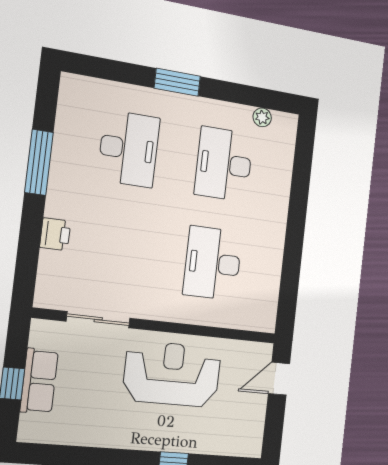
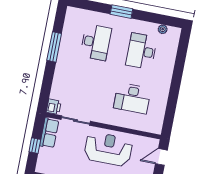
printer: (55, 234) -> (54, 107), moved
desk: (213, 263) -> (132, 98), turned -90
row of seats: (39, 381) -> (49, 133), moved

